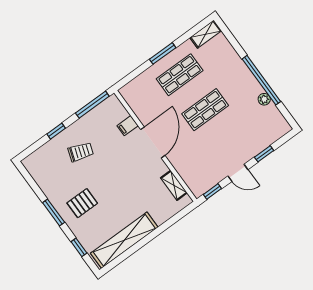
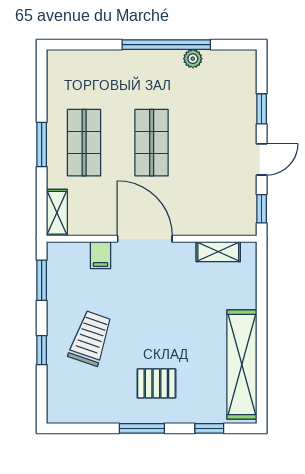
shelving: (206, 34) -> (57, 213), moved
window: (92, 105) -> (42, 280), width x0.69
trolley: (81, 152) -> (90, 338), width x1.36, depth x1.39
pallet: (82, 203) -> (156, 383), turned 90

